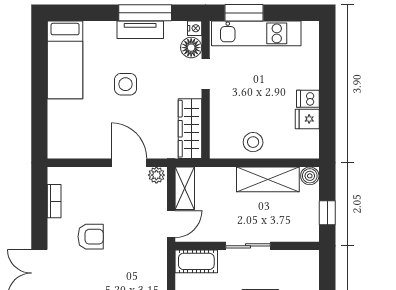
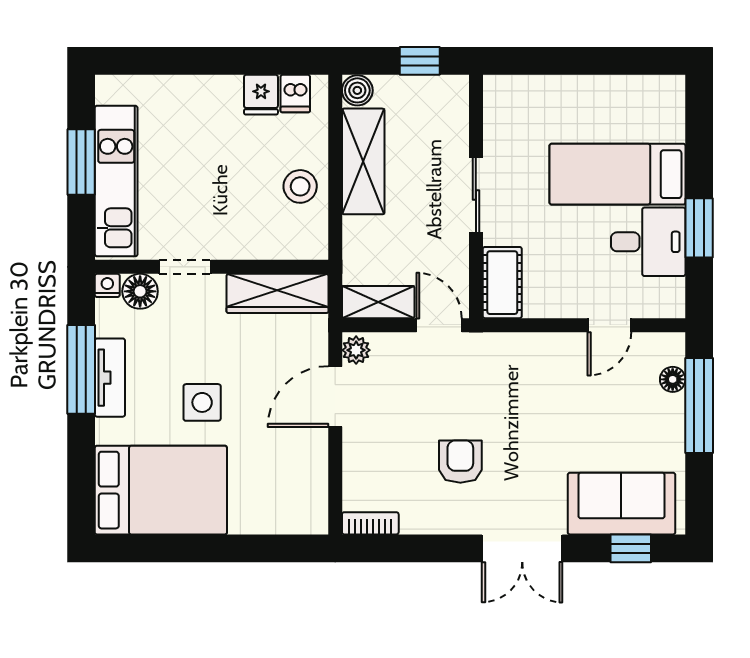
window: (244, 13) -> (81, 162), moved
bed: (65, 60) -> (161, 490), width x1.50
dishwasher: (308, 99) -> (295, 94), moved
bookcase: (54, 201) -> (370, 523), moved

